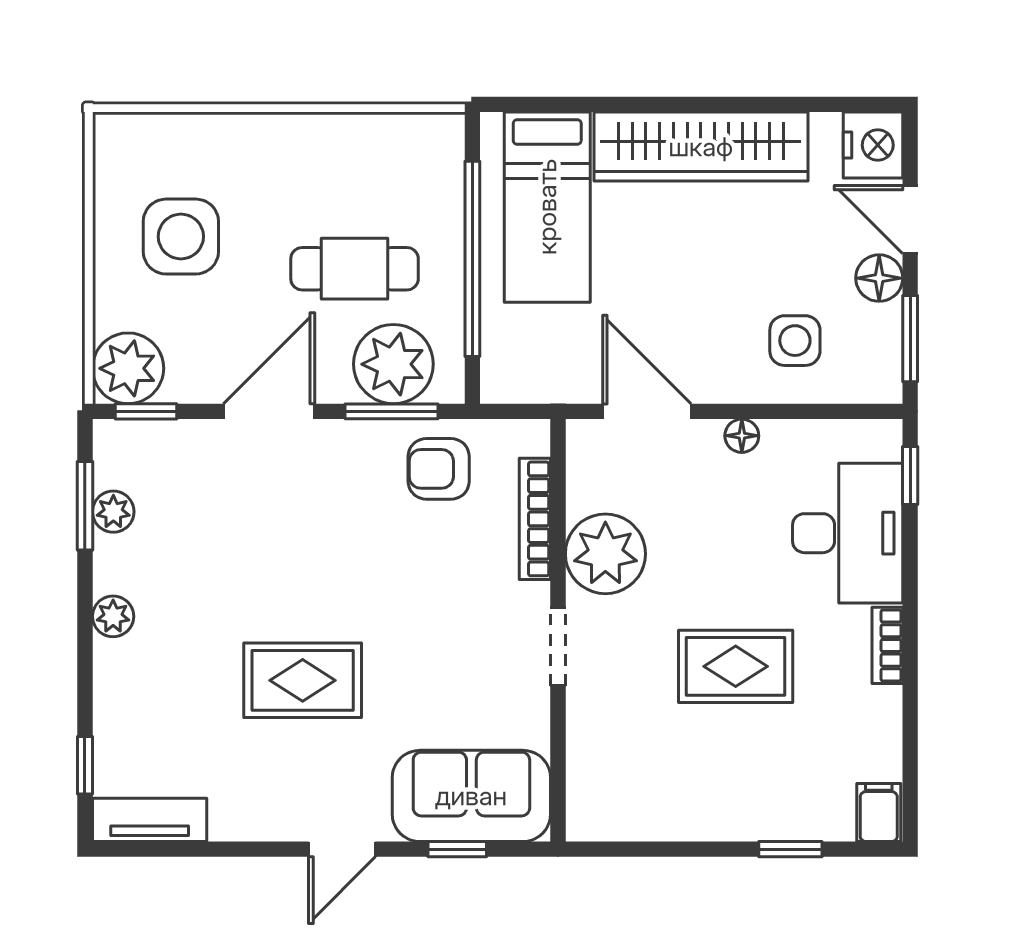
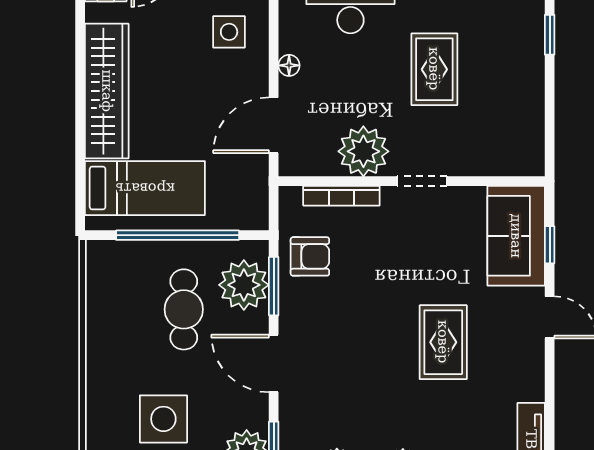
armchair: (439, 469) -> (310, 256), turned -90

